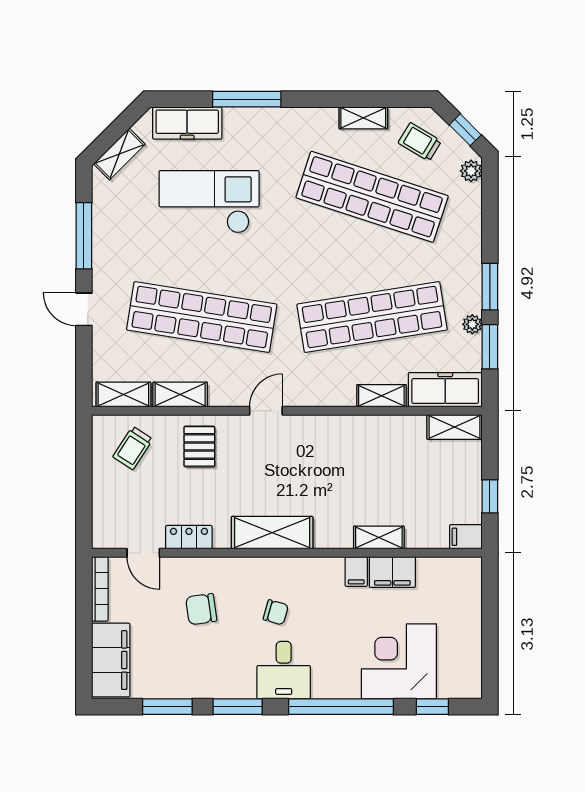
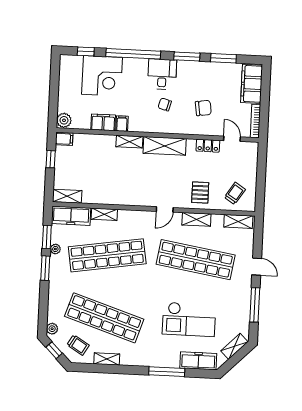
shelving: (180, 395) -> (196, 219), moved
shelving: (379, 538) -> (129, 142), moved
plant: (468, 572) -> (64, 120), added

